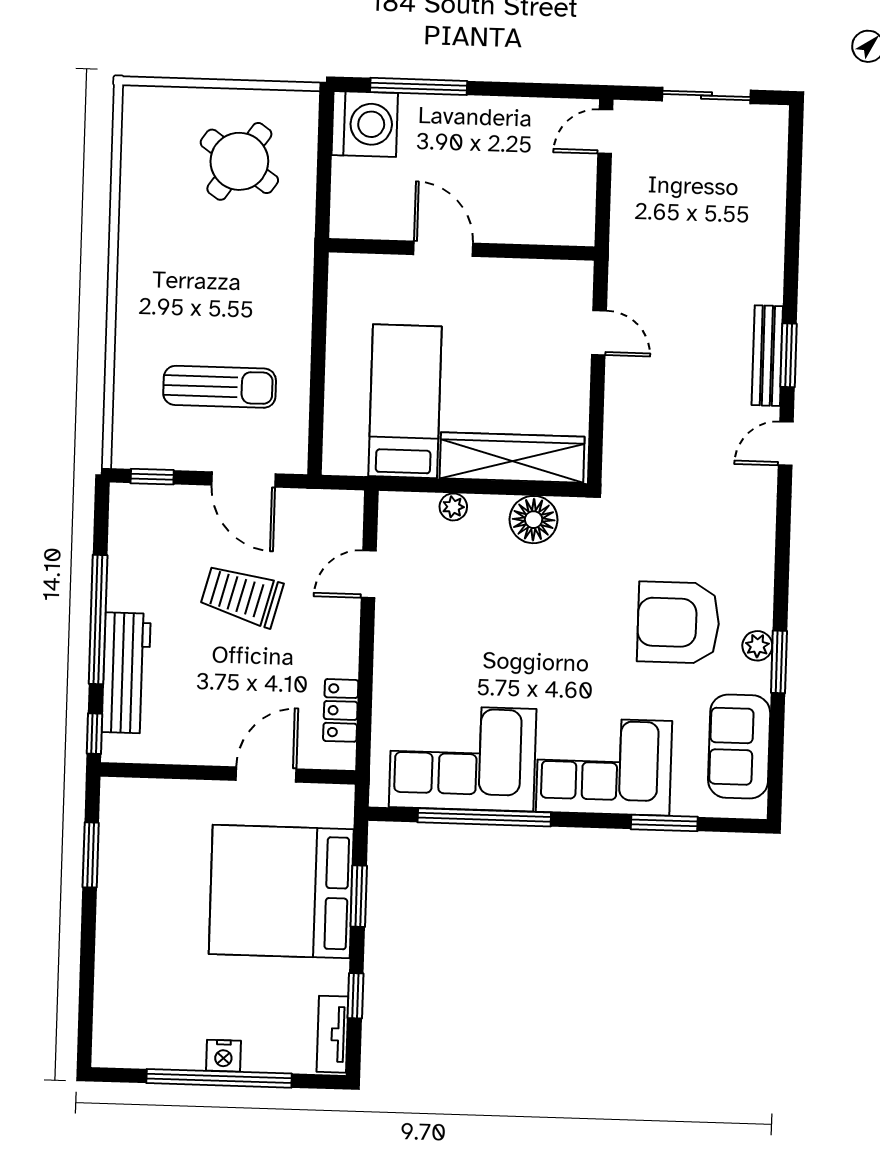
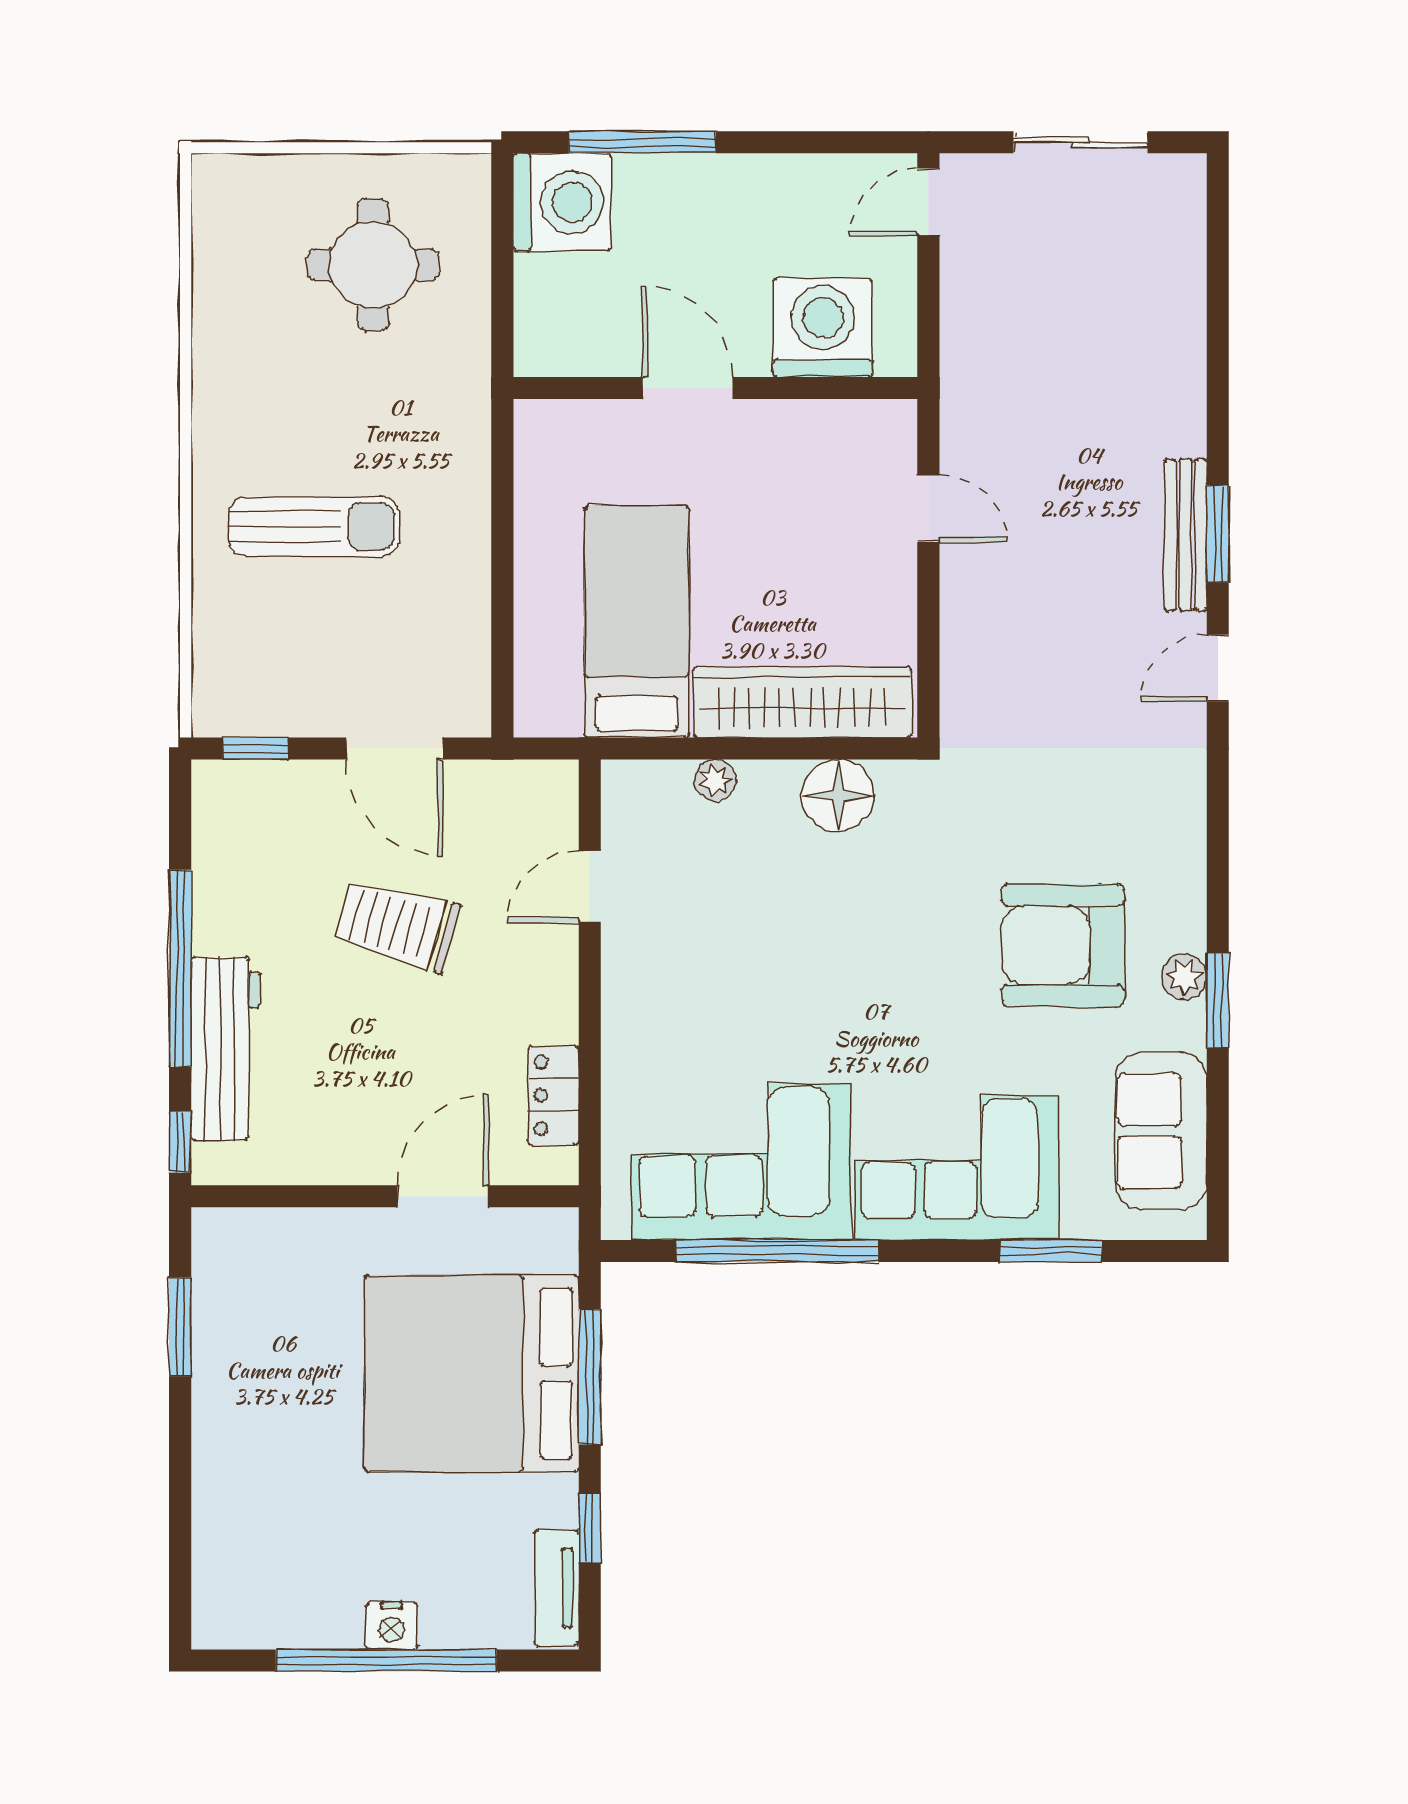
round table: (239, 161) -> (373, 265), turned -35
washing machine: (533, 212) -> (823, 328), added
sun lounger: (220, 387) -> (314, 527), moved
window: (359, 896) -> (590, 1377), width x1.44

